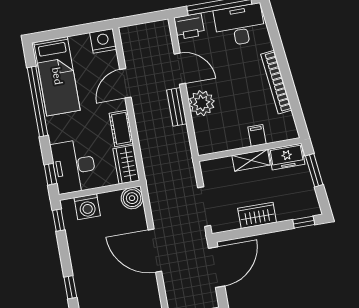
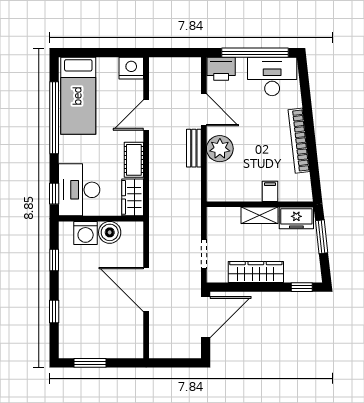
boiler: (132, 198) -> (110, 232), moved
doorway: (204, 207) -> (204, 254), width x0.73
wardrobe: (257, 215) -> (256, 272), width x1.50
window: (59, 220) -> (54, 260), moved

